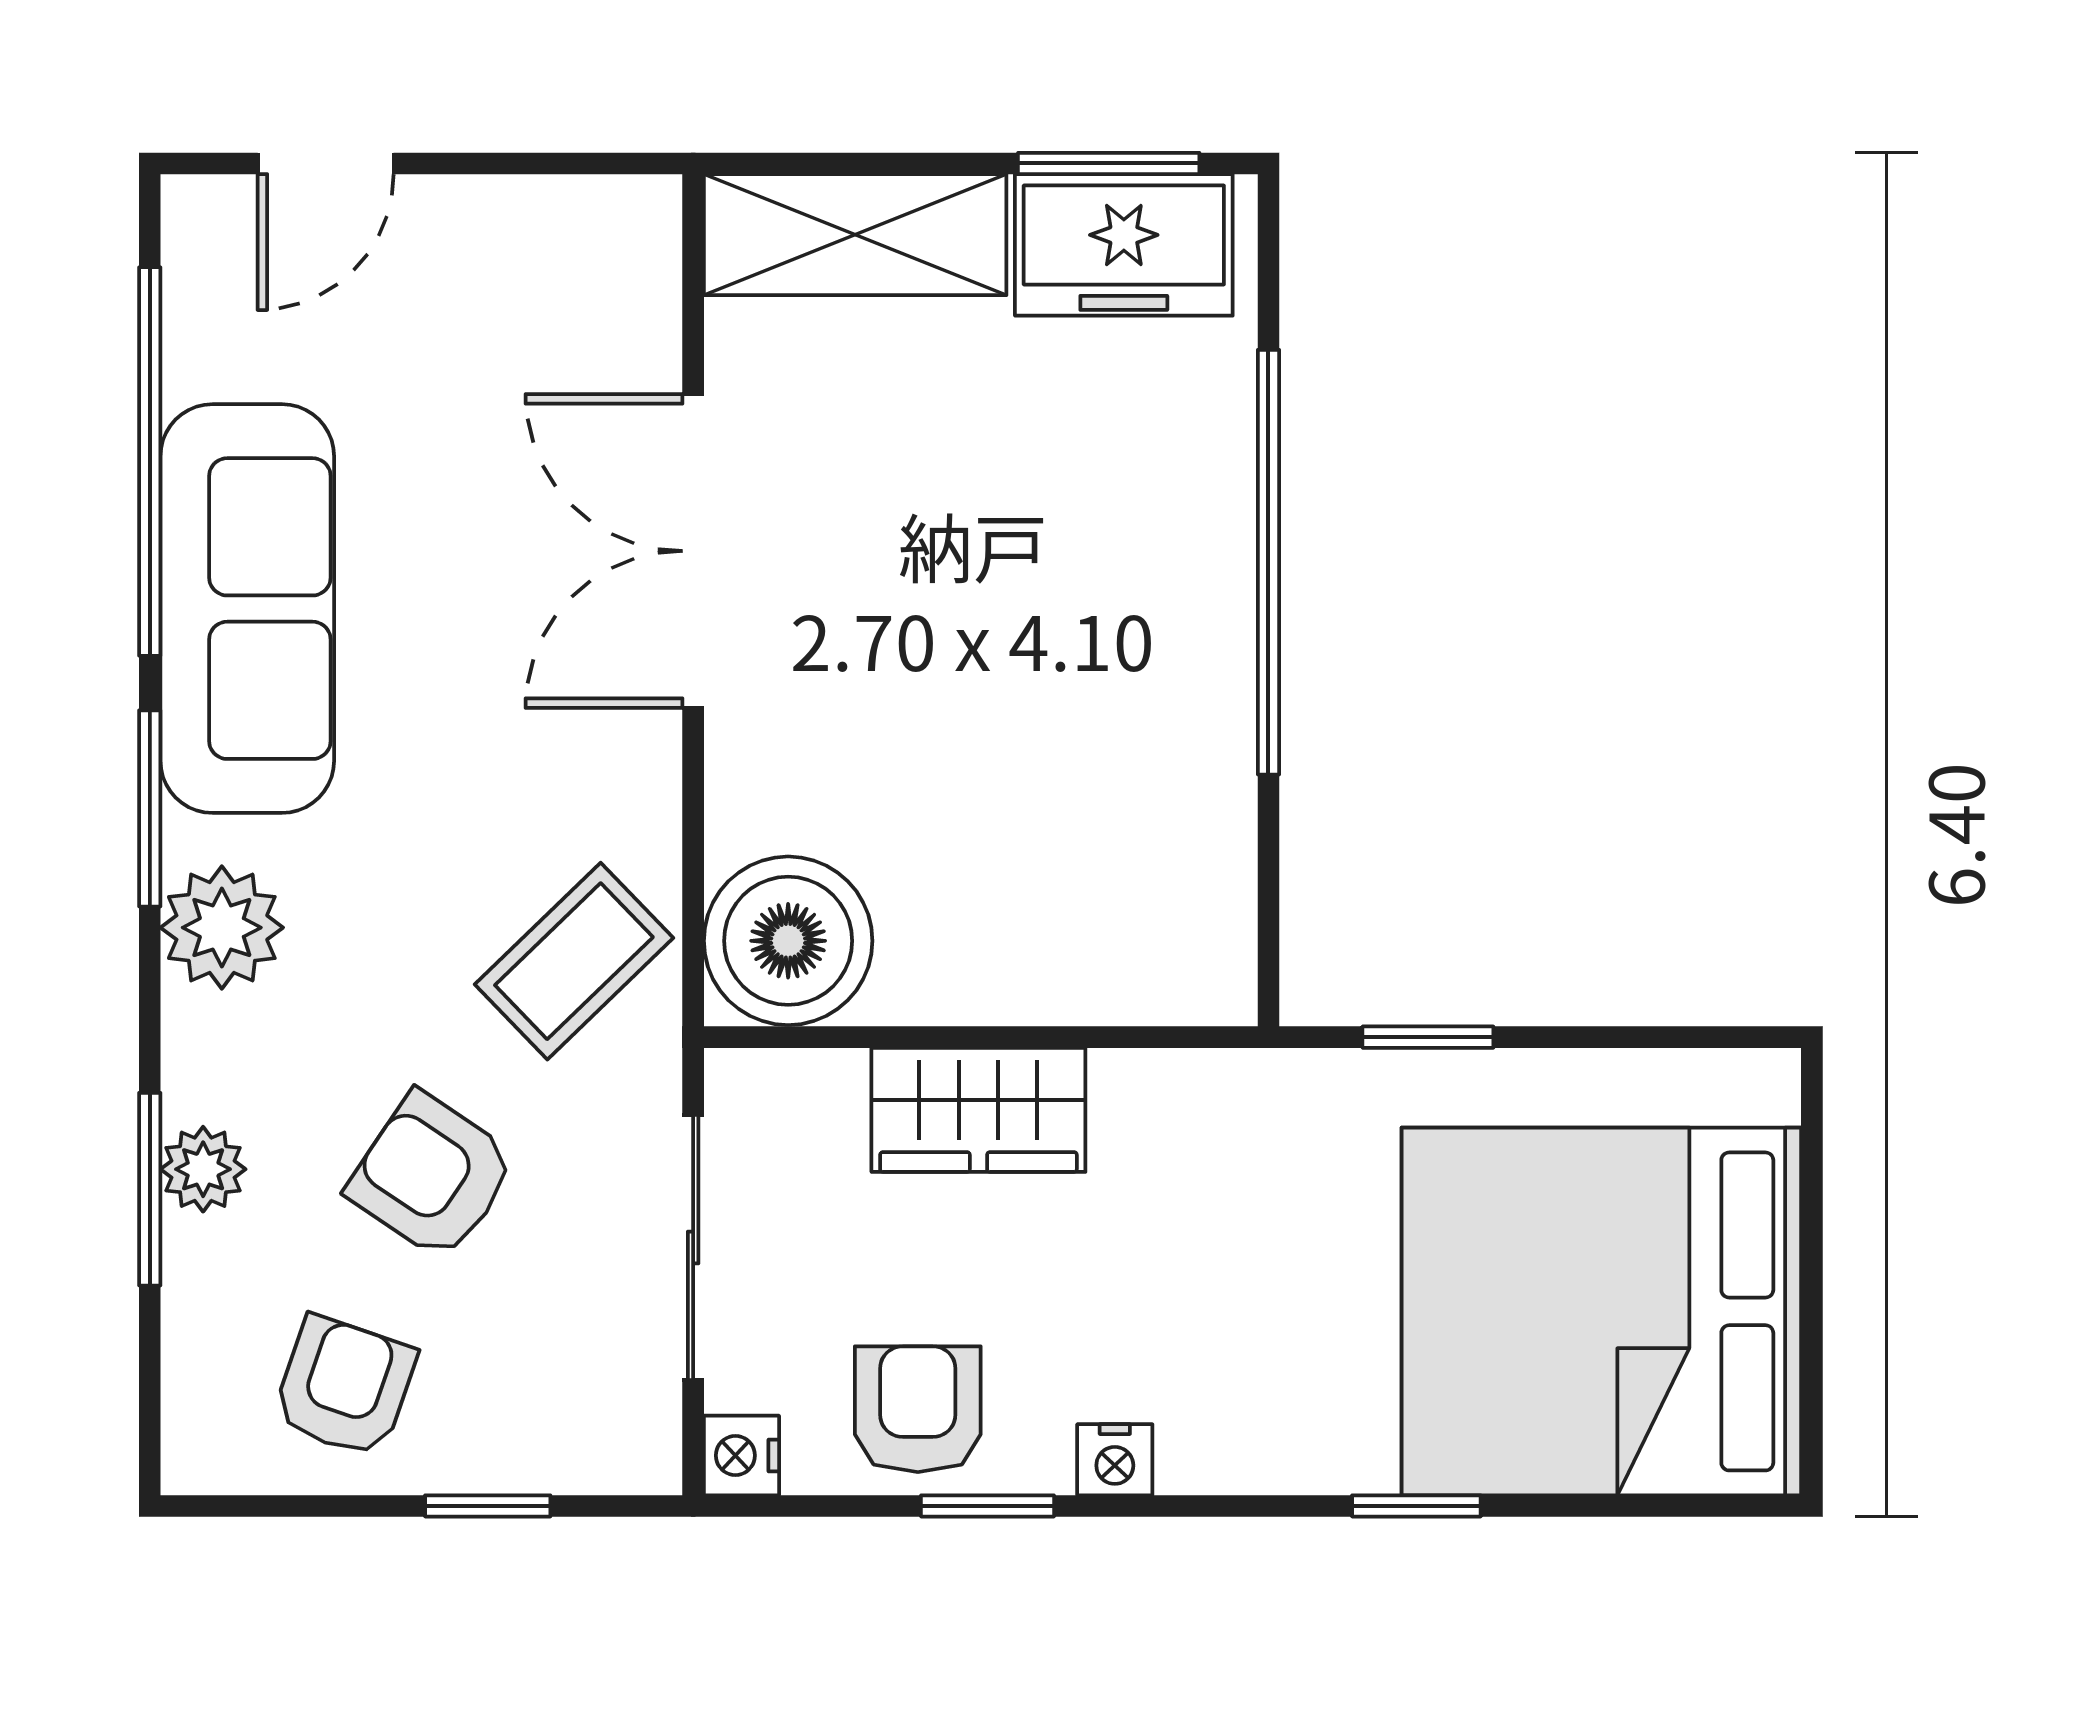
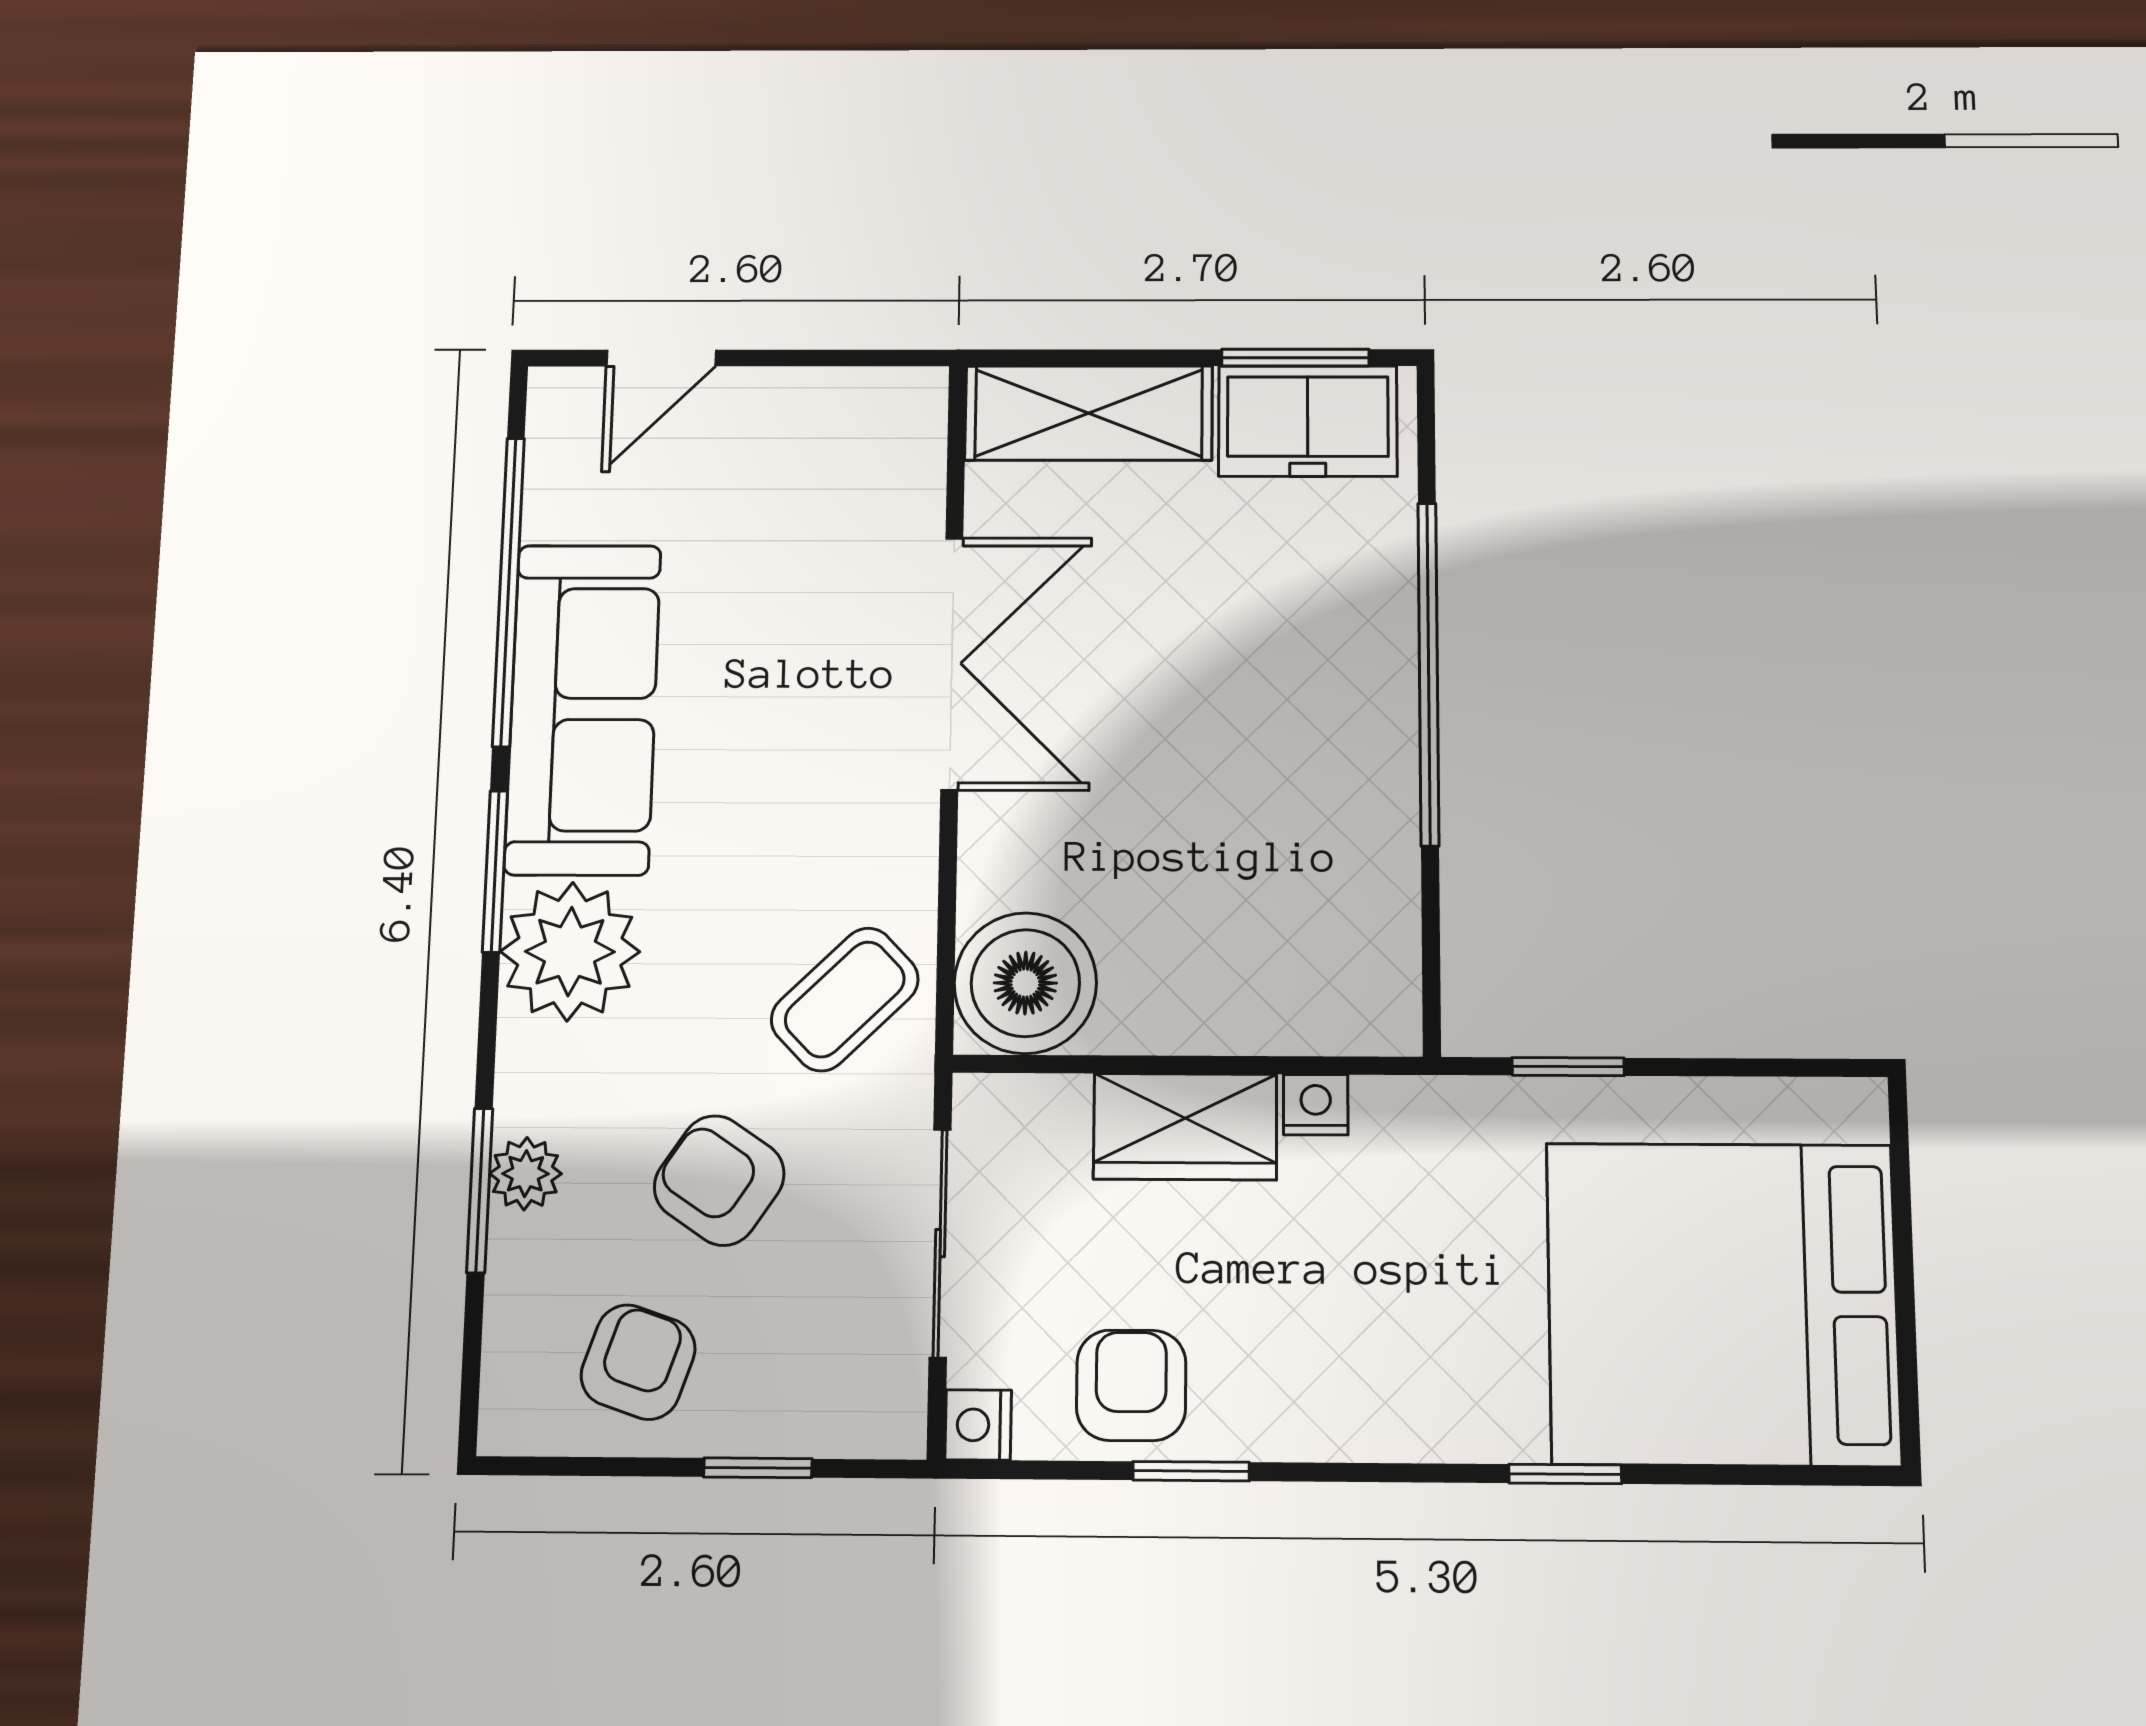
double door: (693, 551) -> (952, 663), swing flipped
plant: (222, 928) -> (570, 952), width x1.36, depth x1.36
nightstand: (1115, 1460) -> (1316, 1105), moved, turned 180

